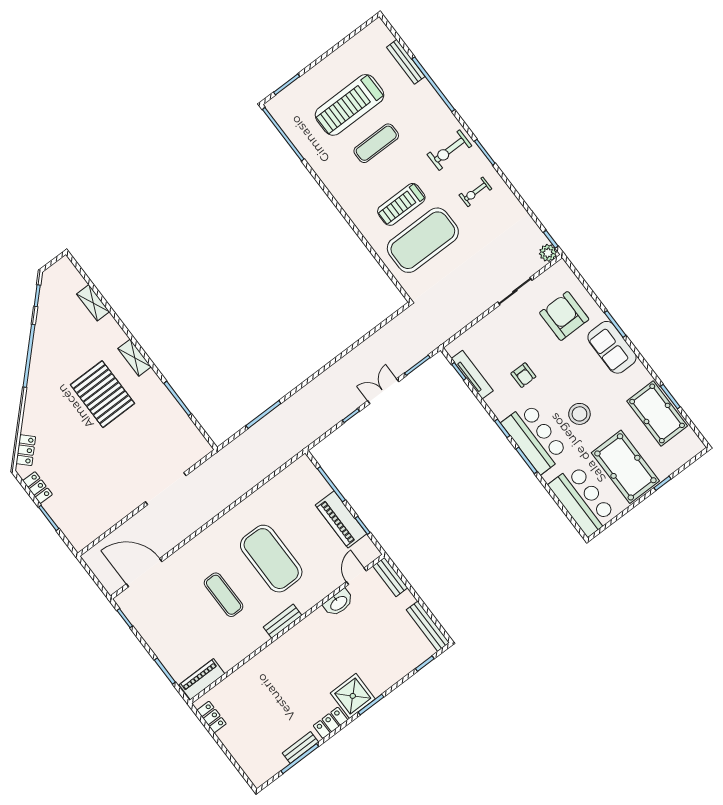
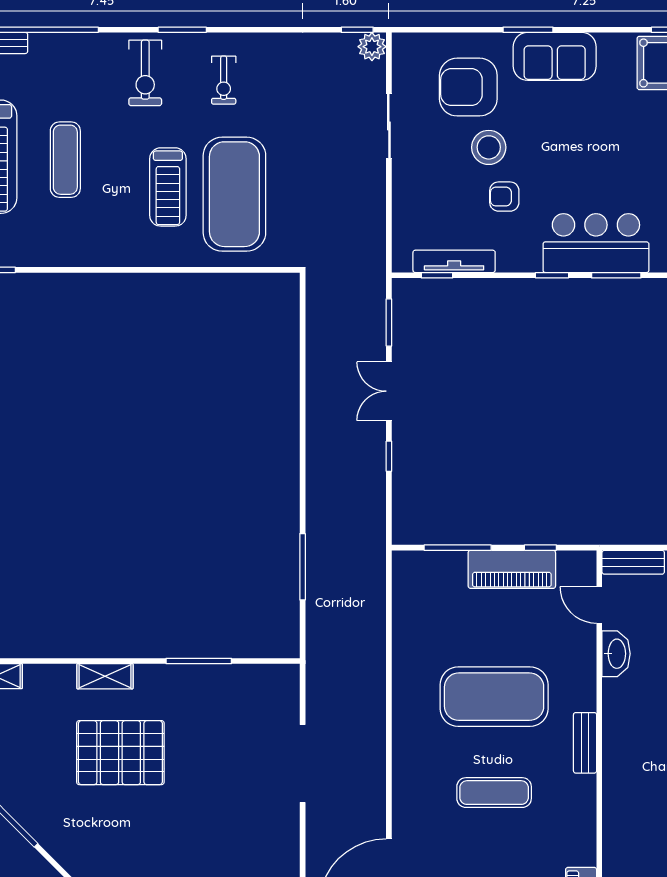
armchair: (523, 375) -> (504, 197), turned 180
stool: (579, 414) -> (489, 147), moved

